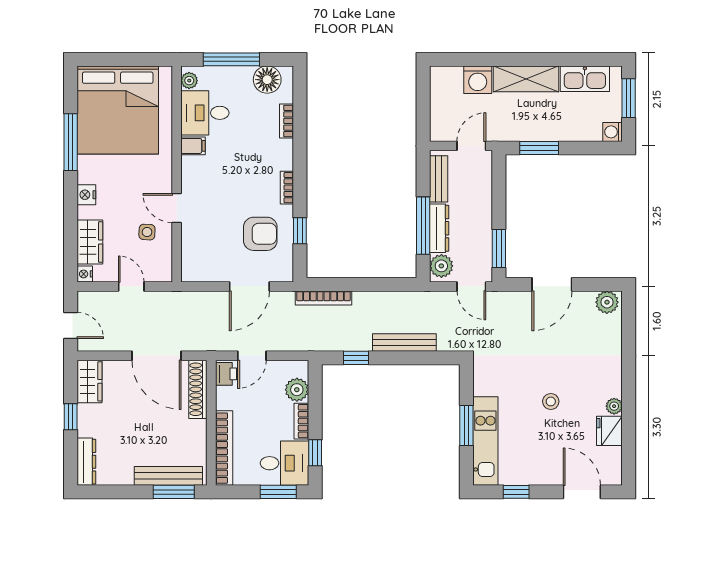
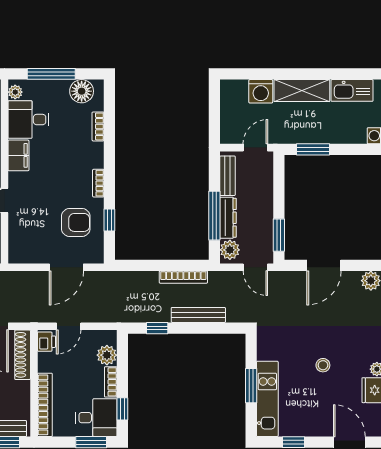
filing cabinet: (193, 146) -> (18, 155), width x2.00
bookcase: (323, 298) -> (183, 277), moved

